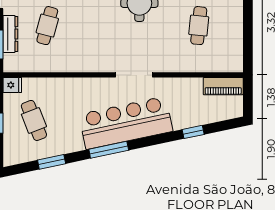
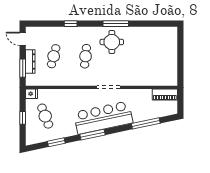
cafe table: (199, 26) -> (86, 56), moved
window: (193, 132) -> (146, 123), width x2.17

